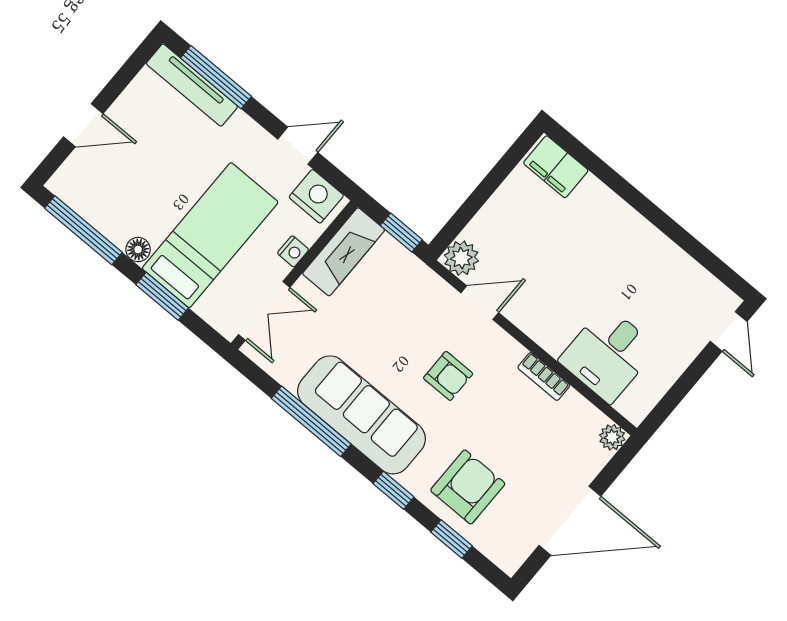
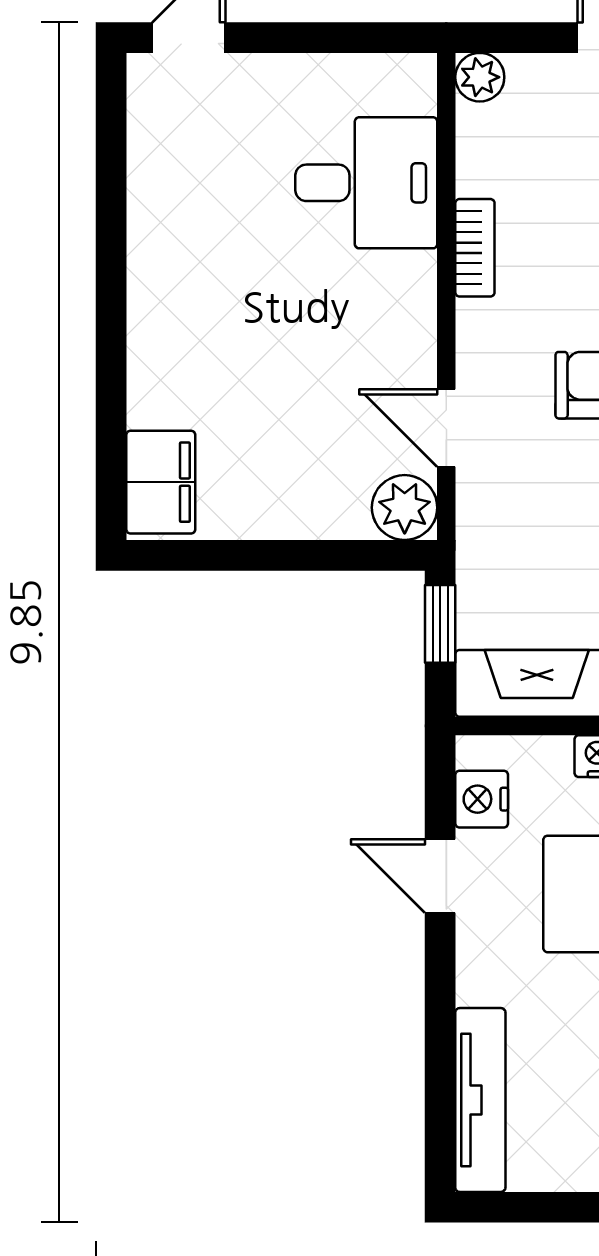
window: (216, 77) -> (440, 1075), removed
nightstand: (316, 196) -> (482, 799), width x0.74, depth x0.75

